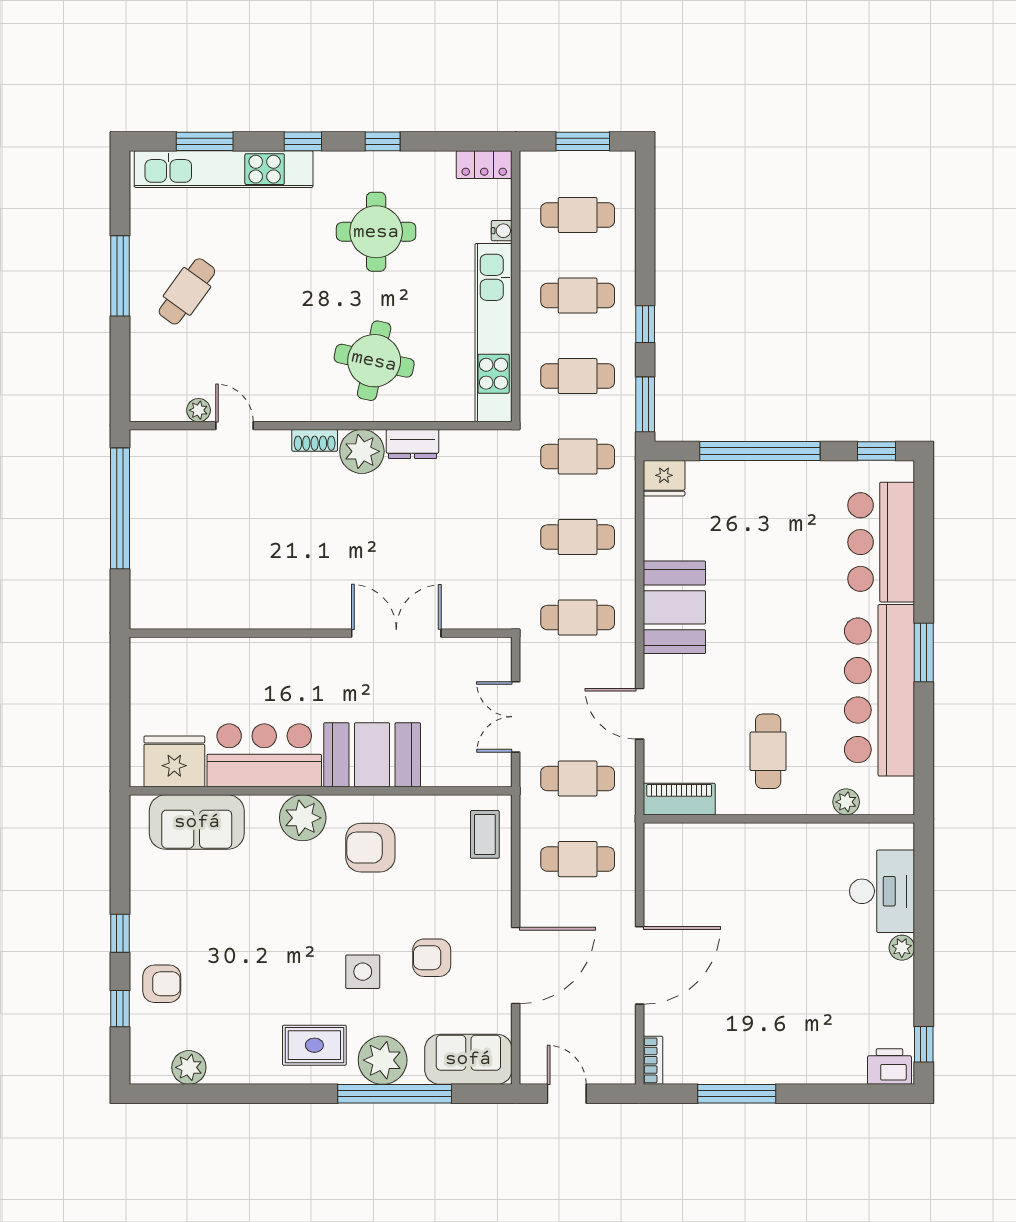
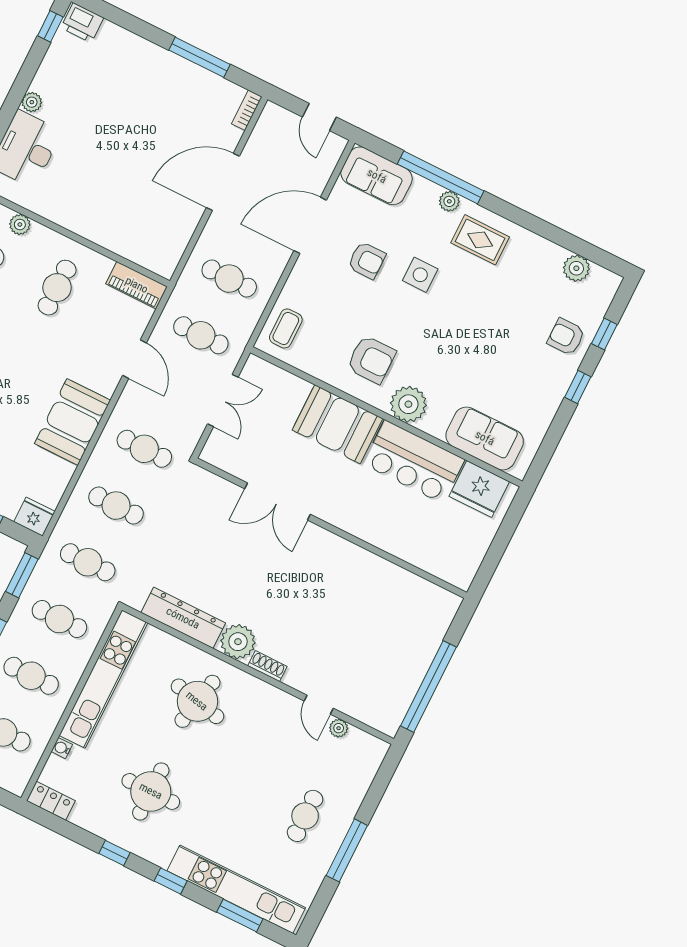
cafe table: (187, 291) -> (305, 816), turned -36
dresser: (413, 444) -> (183, 618), width x1.96, depth x1.24
plant: (383, 1060) -> (449, 201), width x0.53, depth x0.53

